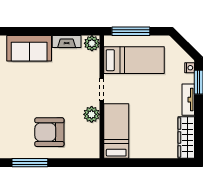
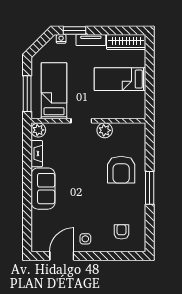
bed: (116, 131) -> (120, 79), moved

